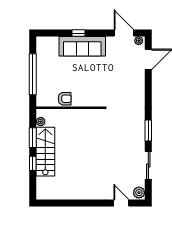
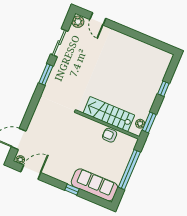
door: (124, 33) -> (31, 172), swing flipped
sofa: (82, 46) -> (94, 185), moved
window: (33, 138) -> (149, 122), moved
stairs: (45, 152) -> (109, 114), moved, turned 90

